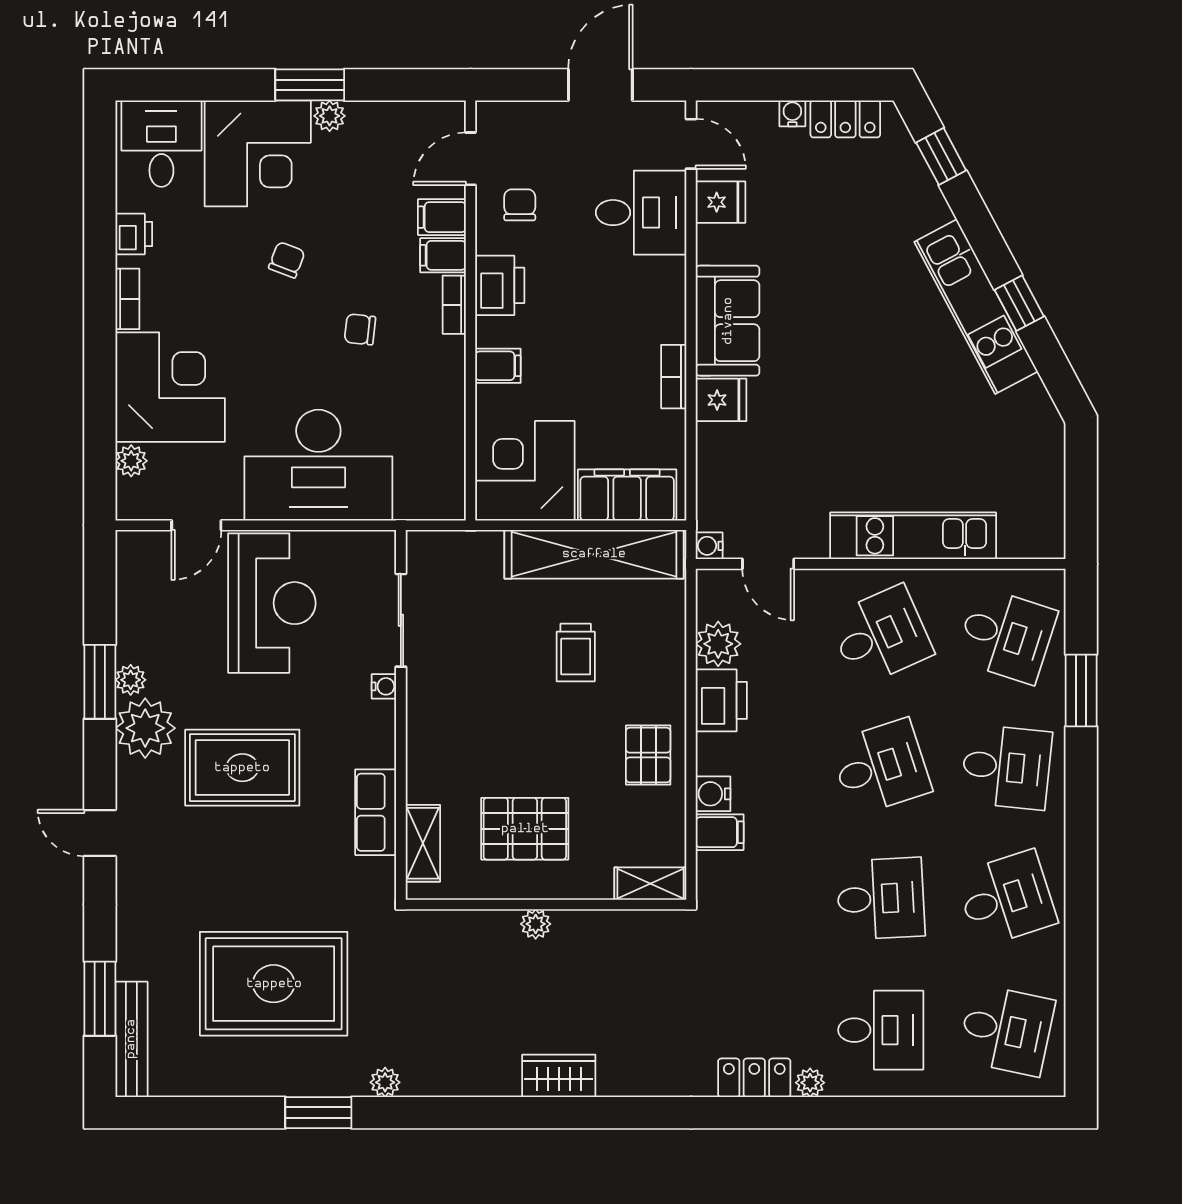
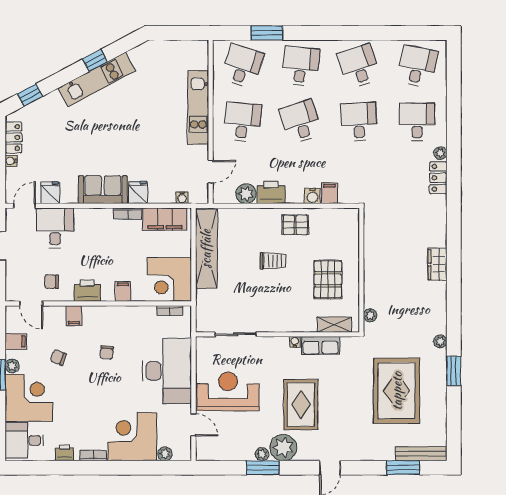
filing cabinet: (442, 217) -> (16, 341), moved, turned -90
chair: (287, 260) -> (58, 357), moved
bookcase: (454, 305) -> (170, 311), moved
filing cabinet: (627, 495) -> (165, 219), moved, turned -90
water cooler: (709, 546) -> (182, 198), moved
desk: (881, 636) -> (242, 122), turned 30
trolley: (576, 653) -> (273, 261), moved
water cooler: (384, 686) -> (295, 342), moved
shelving: (650, 884) -> (352, 224), removed
plant: (536, 924) -> (370, 315), moved

